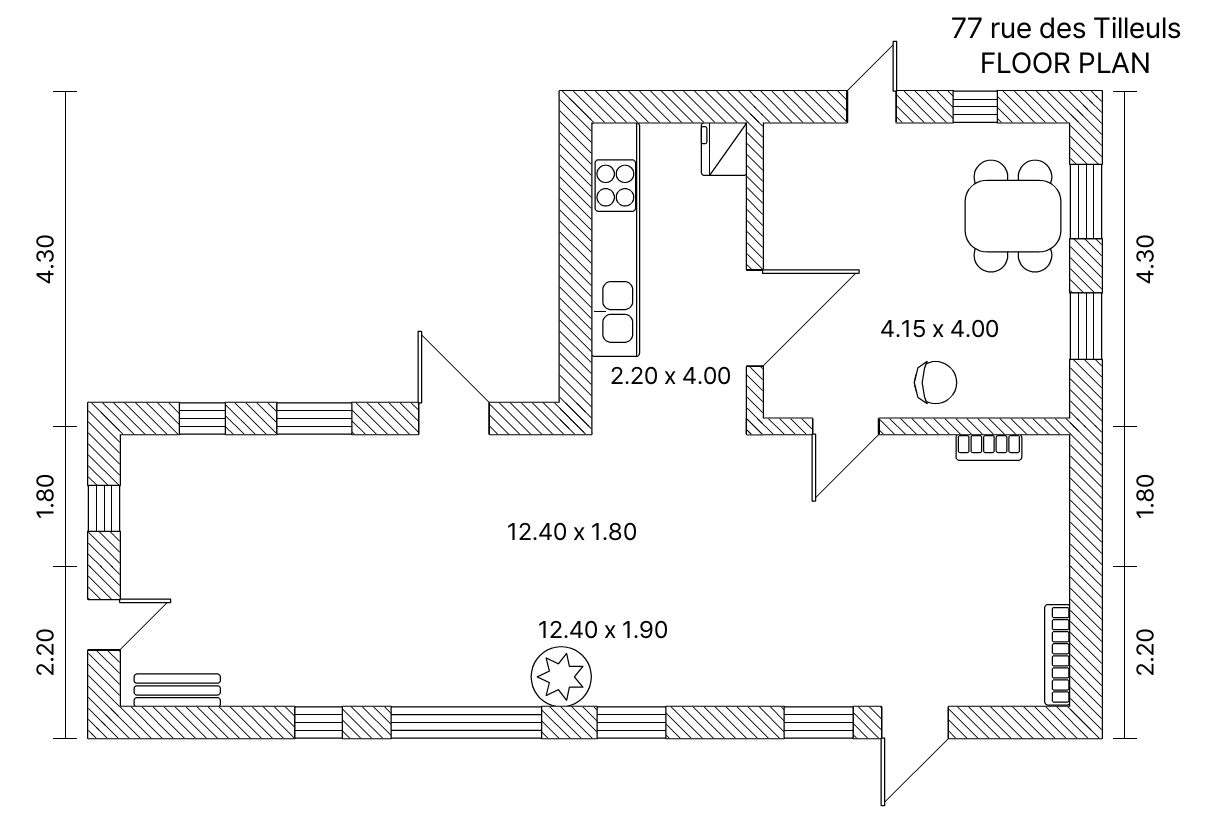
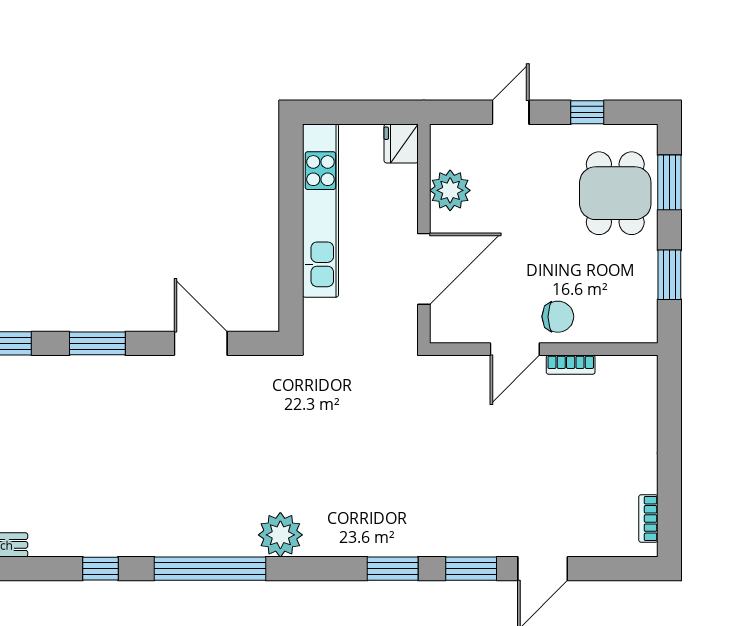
plant: (790, 212) -> (450, 190), added
door: (846, 426) -> (515, 349), moved
bookcase: (989, 447) -> (571, 365), moved
bookcase: (1058, 655) -> (648, 518), width x0.64
window: (632, 722) -> (393, 569), moved

